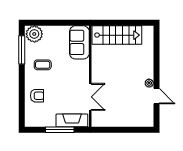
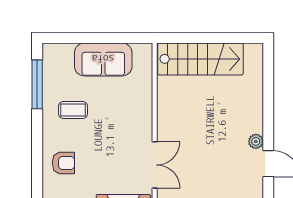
plant: (34, 34) -> (59, 57), removed
sofa: (79, 42) -> (103, 59), moved, turned -90

